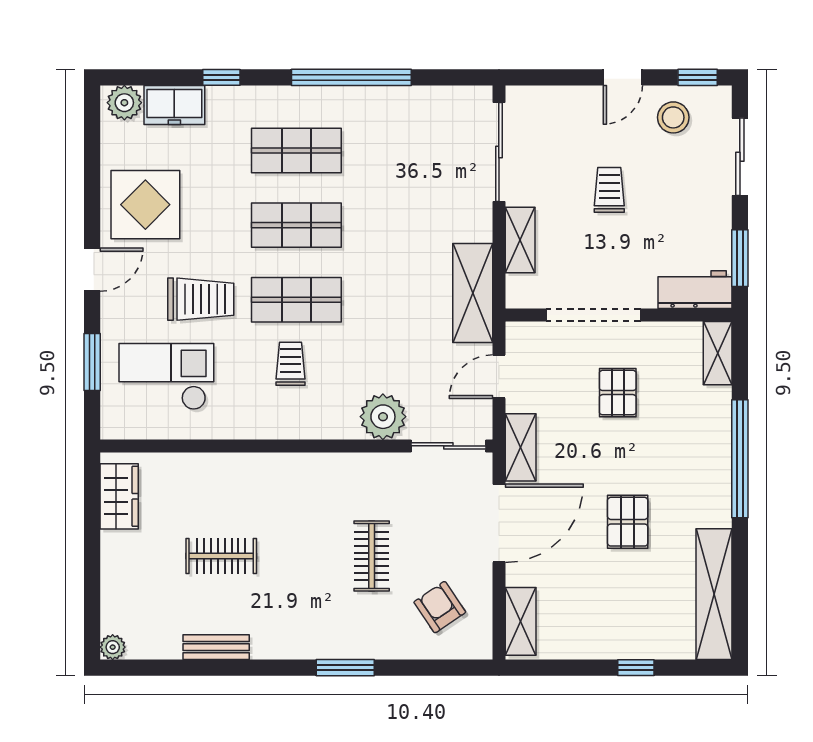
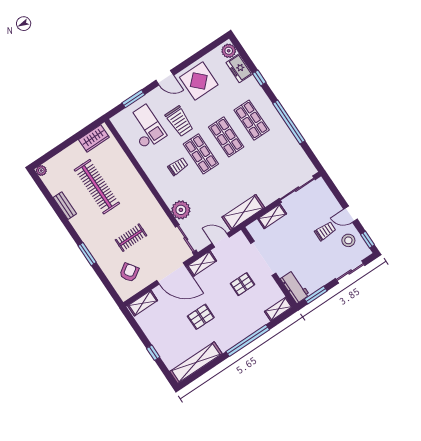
trolley: (609, 190) -> (325, 231), moved
clothes rail: (221, 556) -> (97, 187), width x1.86, depth x1.31

